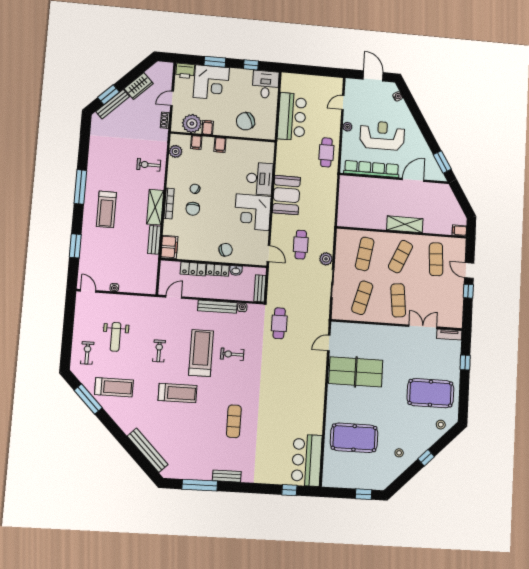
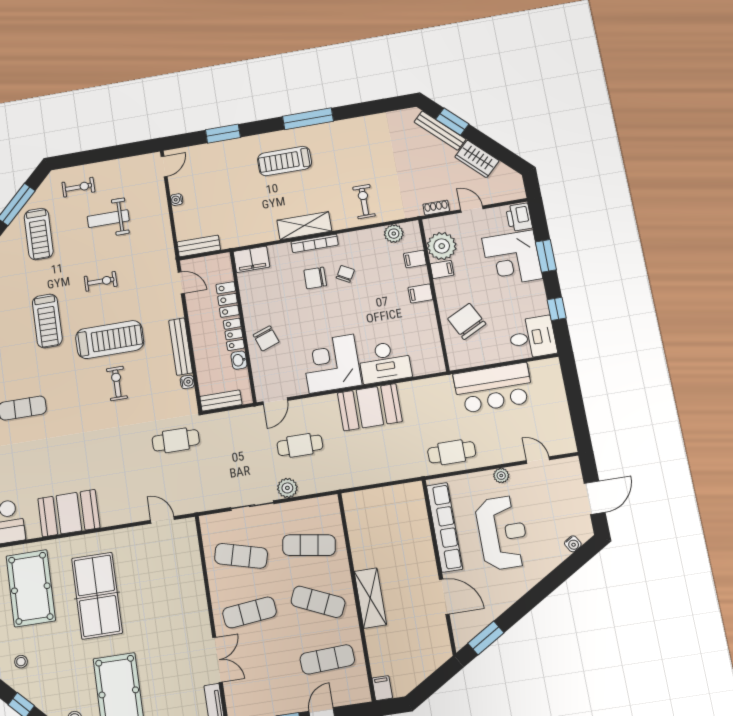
bench: (154, 240) -> (199, 246), moved
table tennis table: (356, 372) -> (97, 596), moved
booth: (311, 403) -> (69, 513), added

